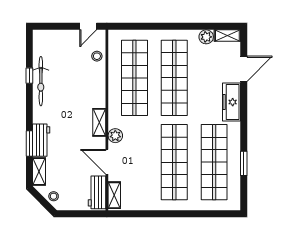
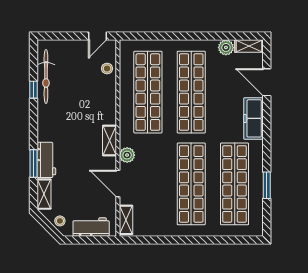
door: (244, 69) -> (267, 82), swing flipped
bicycle: (41, 81) -> (46, 76), moved
workbench: (97, 192) -> (91, 227), moved, turned 90

